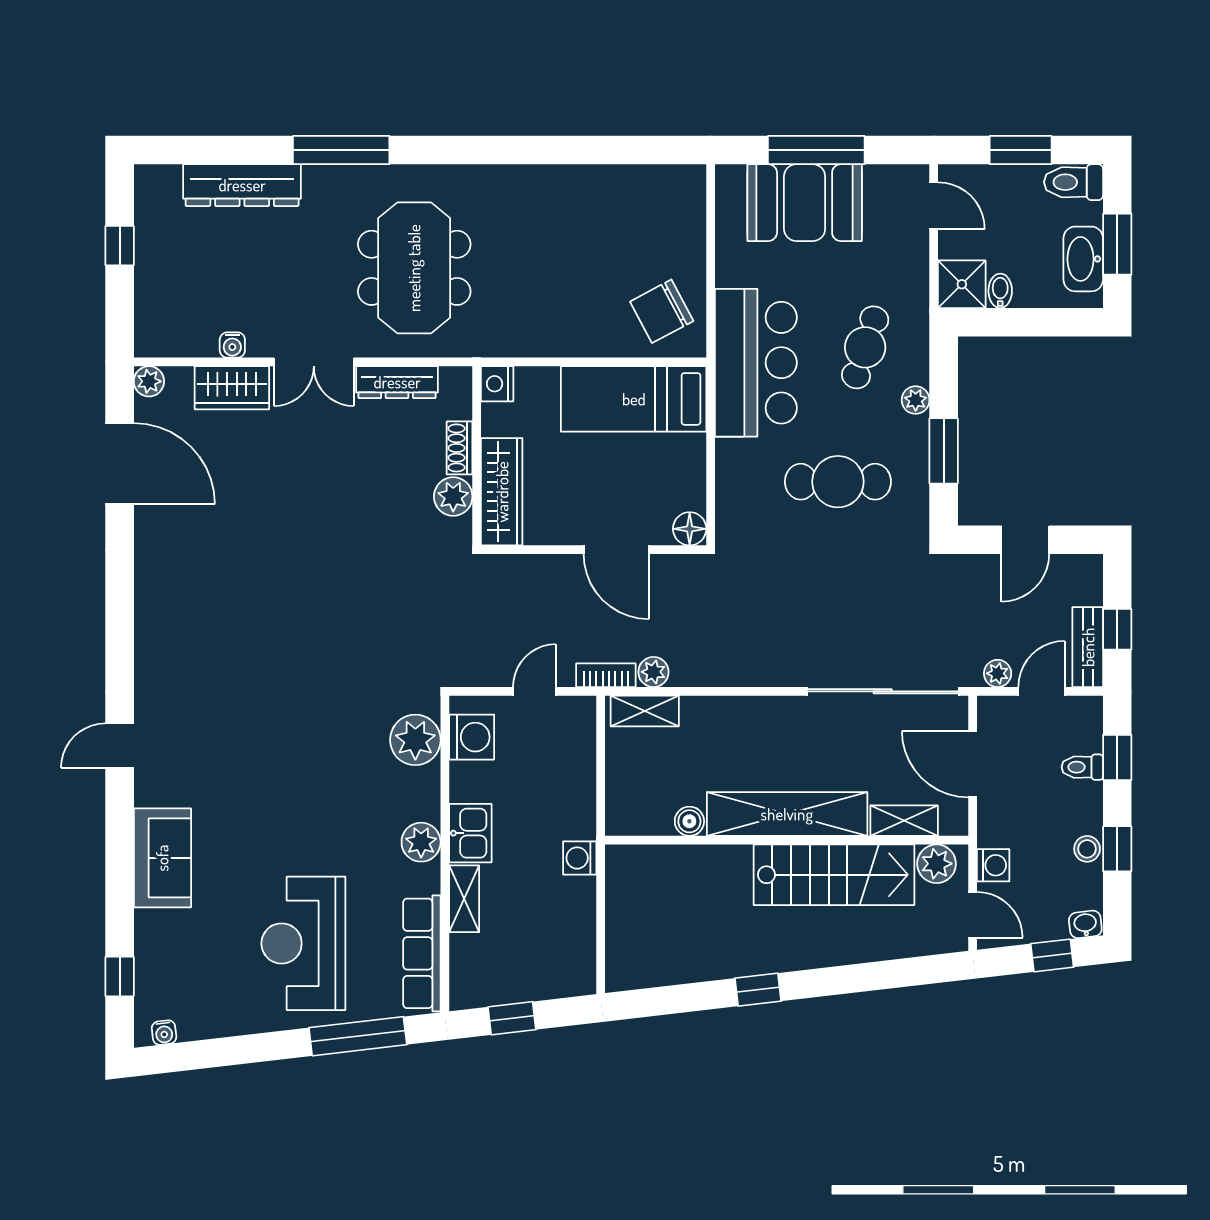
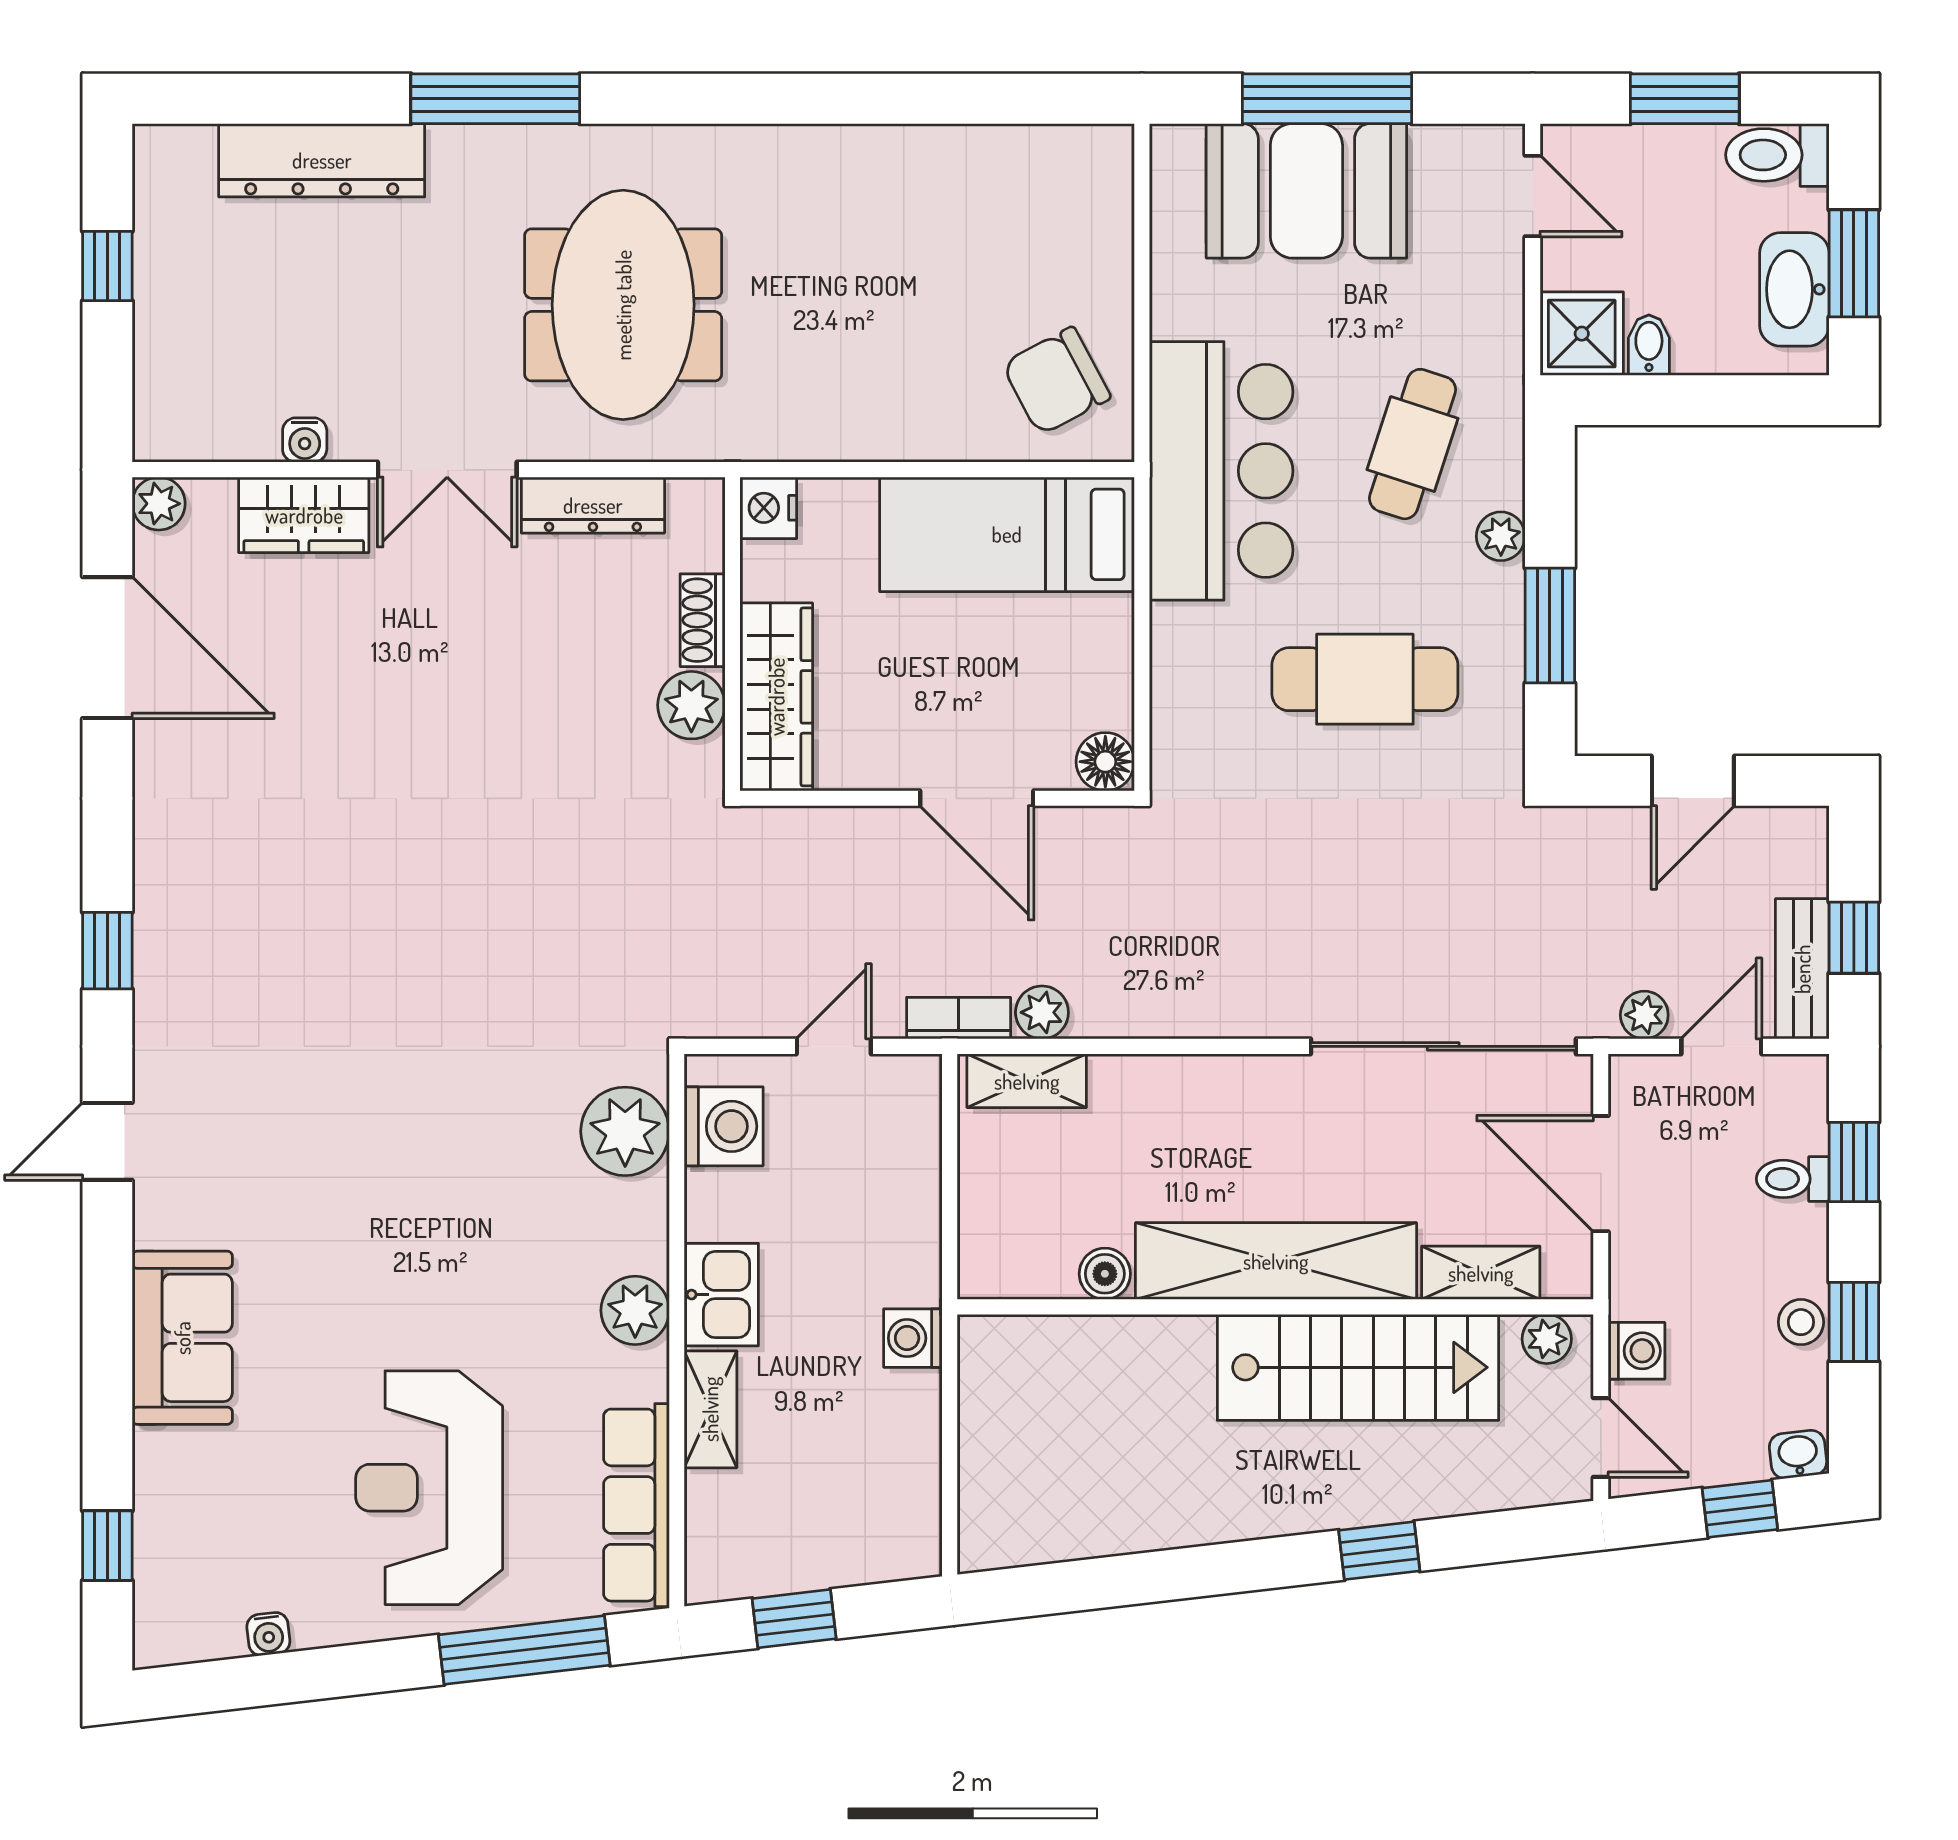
window: (120, 637) -> (107, 951), added
plant: (937, 864) -> (1547, 1339), width x0.73, depth x0.73
window: (758, 990) -> (1379, 1551), moved
water cooler: (164, 1033) -> (268, 1634), moved

